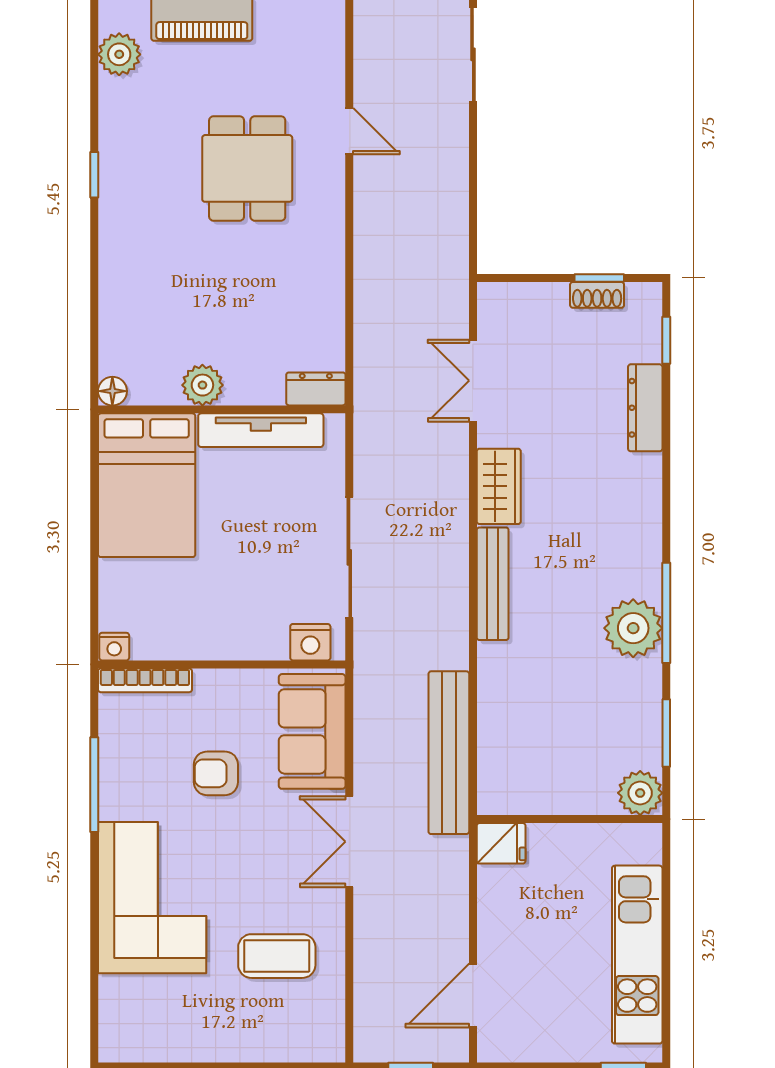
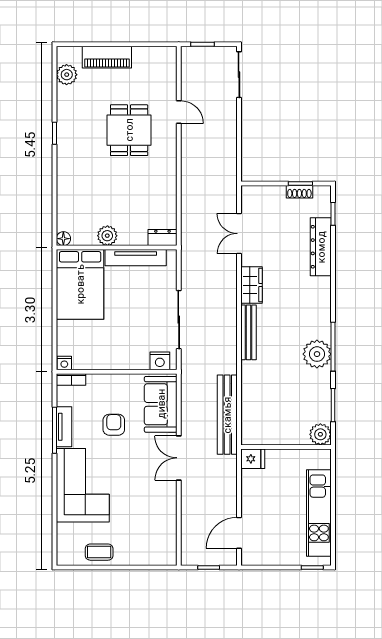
dresser: (645, 408) -> (321, 247), width x1.37, depth x1.24
bookcase: (145, 680) -> (71, 379), width x0.64
armchair: (216, 773) -> (114, 425), turned 90
tv unit: (114, 778) -> (64, 427), added
coffee table: (277, 956) -> (99, 552), moved, width x0.73, depth x0.77

